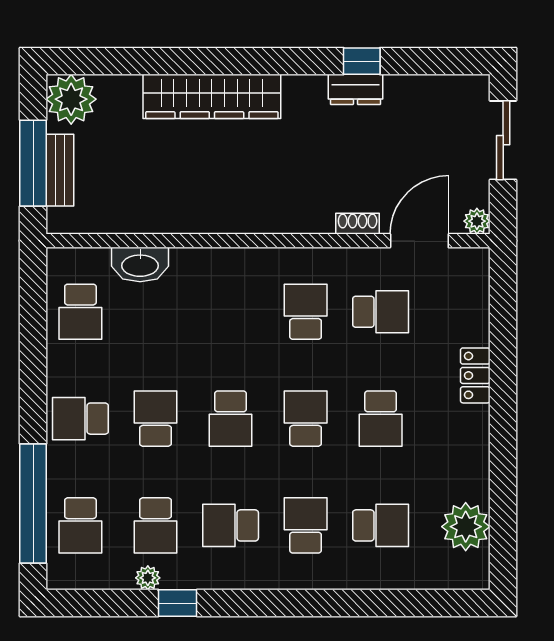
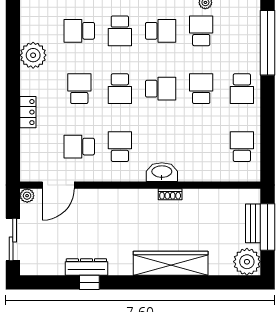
dresser: (355, 89) -> (86, 267), width x1.44
shoe rack: (358, 224) -> (170, 194), moved
washbasin: (140, 265) -> (162, 172), moved
school desk: (306, 312) -> (120, 147), turned 180
school desk: (80, 419) -> (242, 89), turned 90
school desk: (155, 419) -> (201, 89), turned 180
school desk: (231, 419) -> (161, 89), turned 90
school desk: (80, 525) -> (242, 31), removed
plant: (466, 527) -> (33, 55), moved

